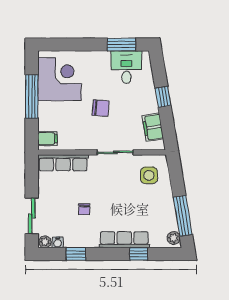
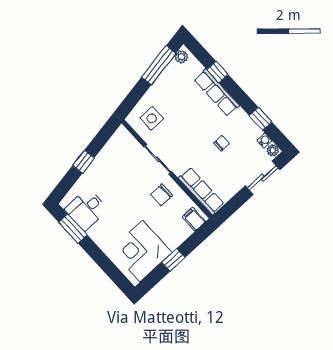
window: (32, 97) -> (173, 260), width x0.46
chair: (101, 108) -> (162, 195), moved, turned -94
filing cabinet: (153, 127) -> (113, 148), removed

